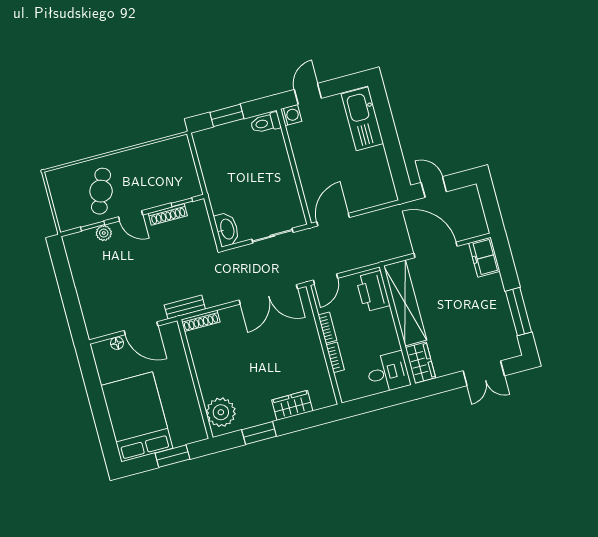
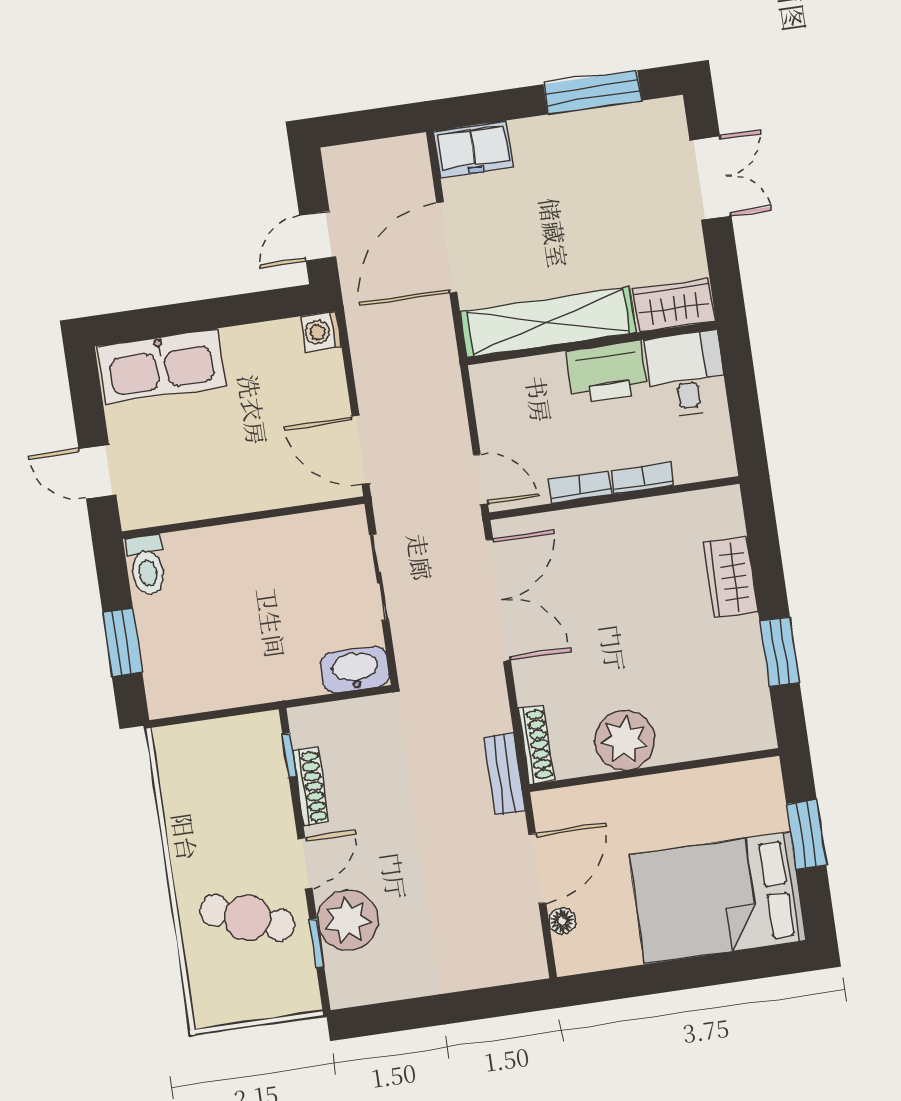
washing machine: (291, 115) -> (321, 332), moved, turned -90
plant: (104, 233) -> (348, 920), width x1.88, depth x1.88
printer: (373, 291) -> (607, 372), moved
plant: (221, 412) -> (625, 740), moved

